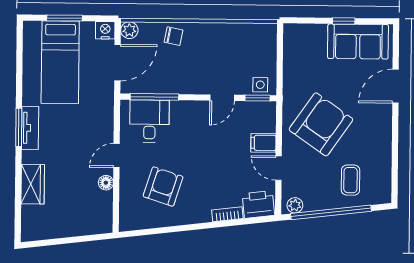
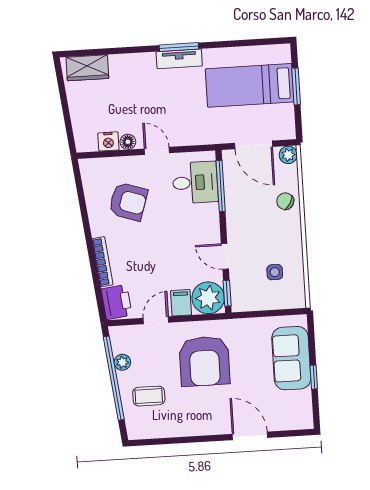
nightstand: (105, 30) -> (108, 141), moved, turned 90
chair: (174, 36) -> (285, 201), turned 111
sofa: (358, 41) -> (291, 358), moved
side table: (260, 85) -> (275, 272), moved
plant: (261, 117) -> (208, 298), added
armchair: (321, 124) -> (204, 361), turned 55
wardrobe: (33, 184) -> (87, 68), moved
plant: (295, 205) -> (122, 362), moved
bookcase: (227, 214) -> (102, 262), width x1.56

